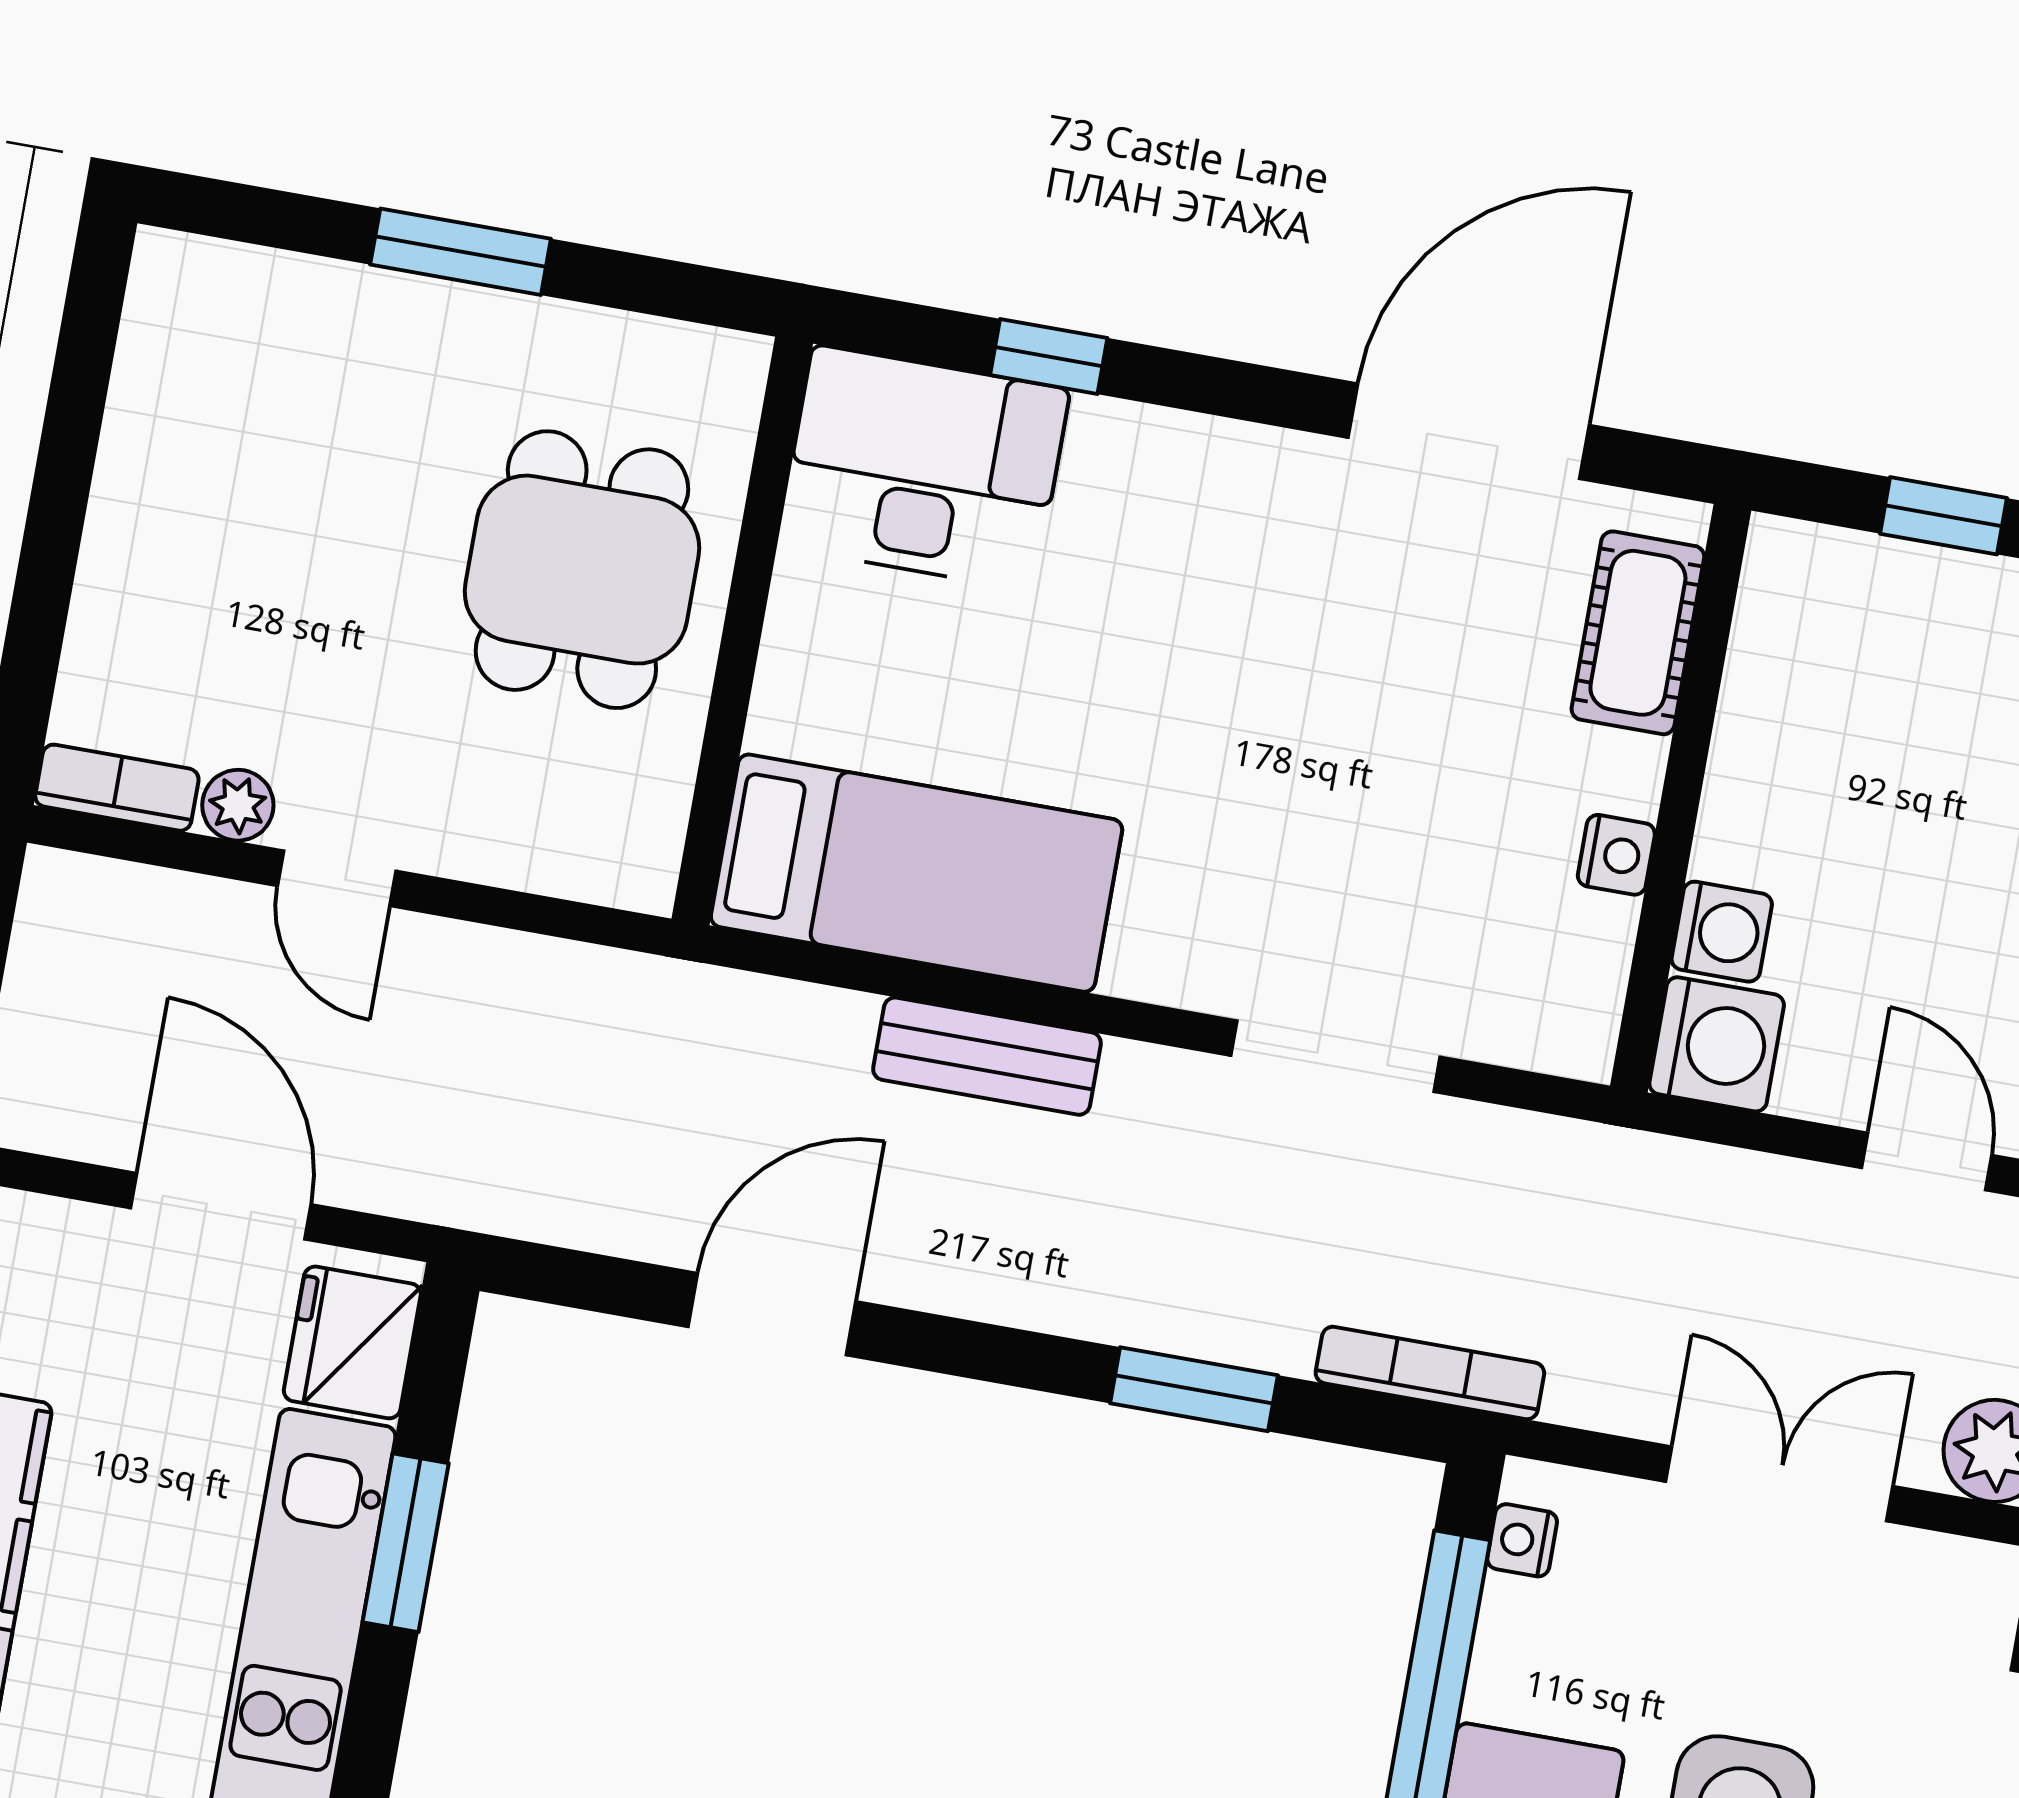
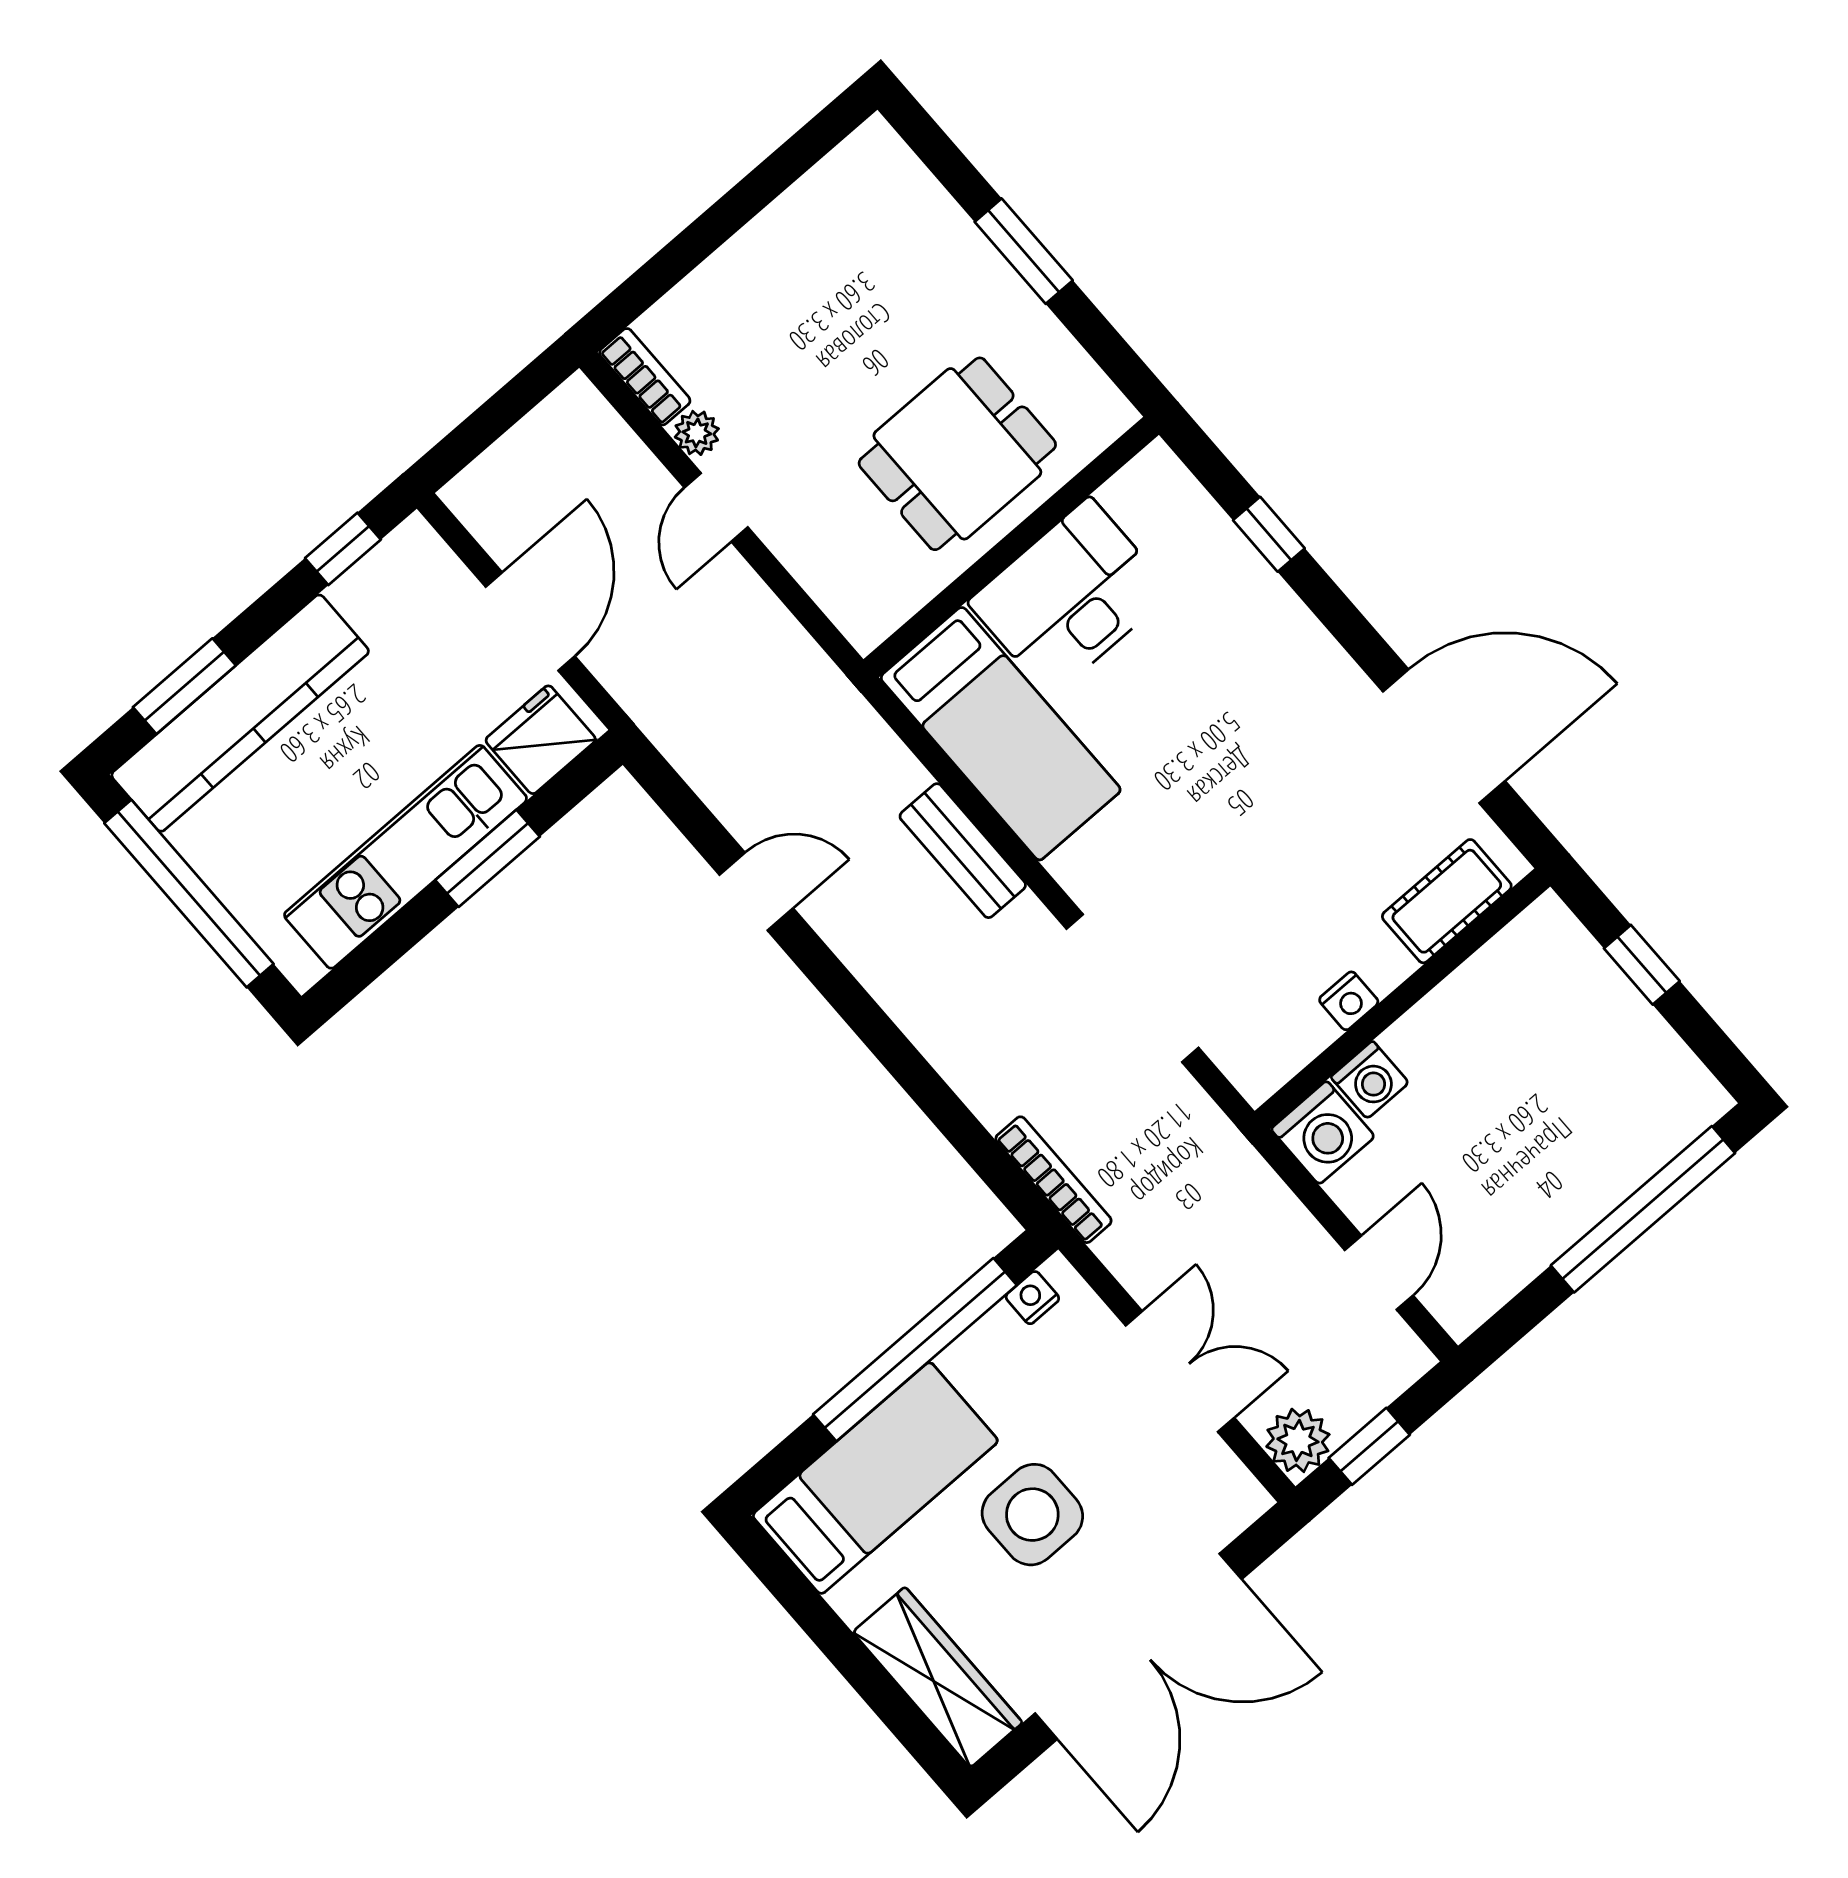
desk: (924, 468) -> (1070, 597), moved, turned -90
doorway: (1336, 1056) -> (1133, 988), width x1.36
door: (772, 1314) -> (756, 891), width x0.73
window: (1194, 1389) -> (932, 1095), removed

